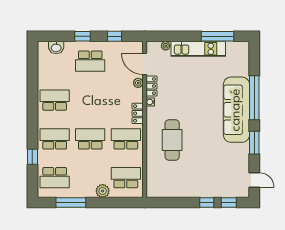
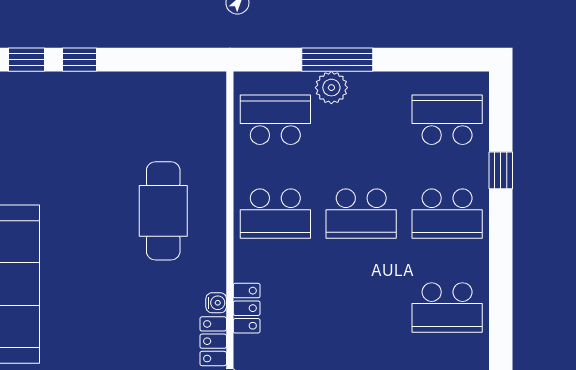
plant: (138, 83) -> (245, 349), removed
locker: (138, 113) -> (247, 308), moved
school desk: (126, 178) -> (275, 120), turned 180
window: (71, 203) -> (337, 60), moved

